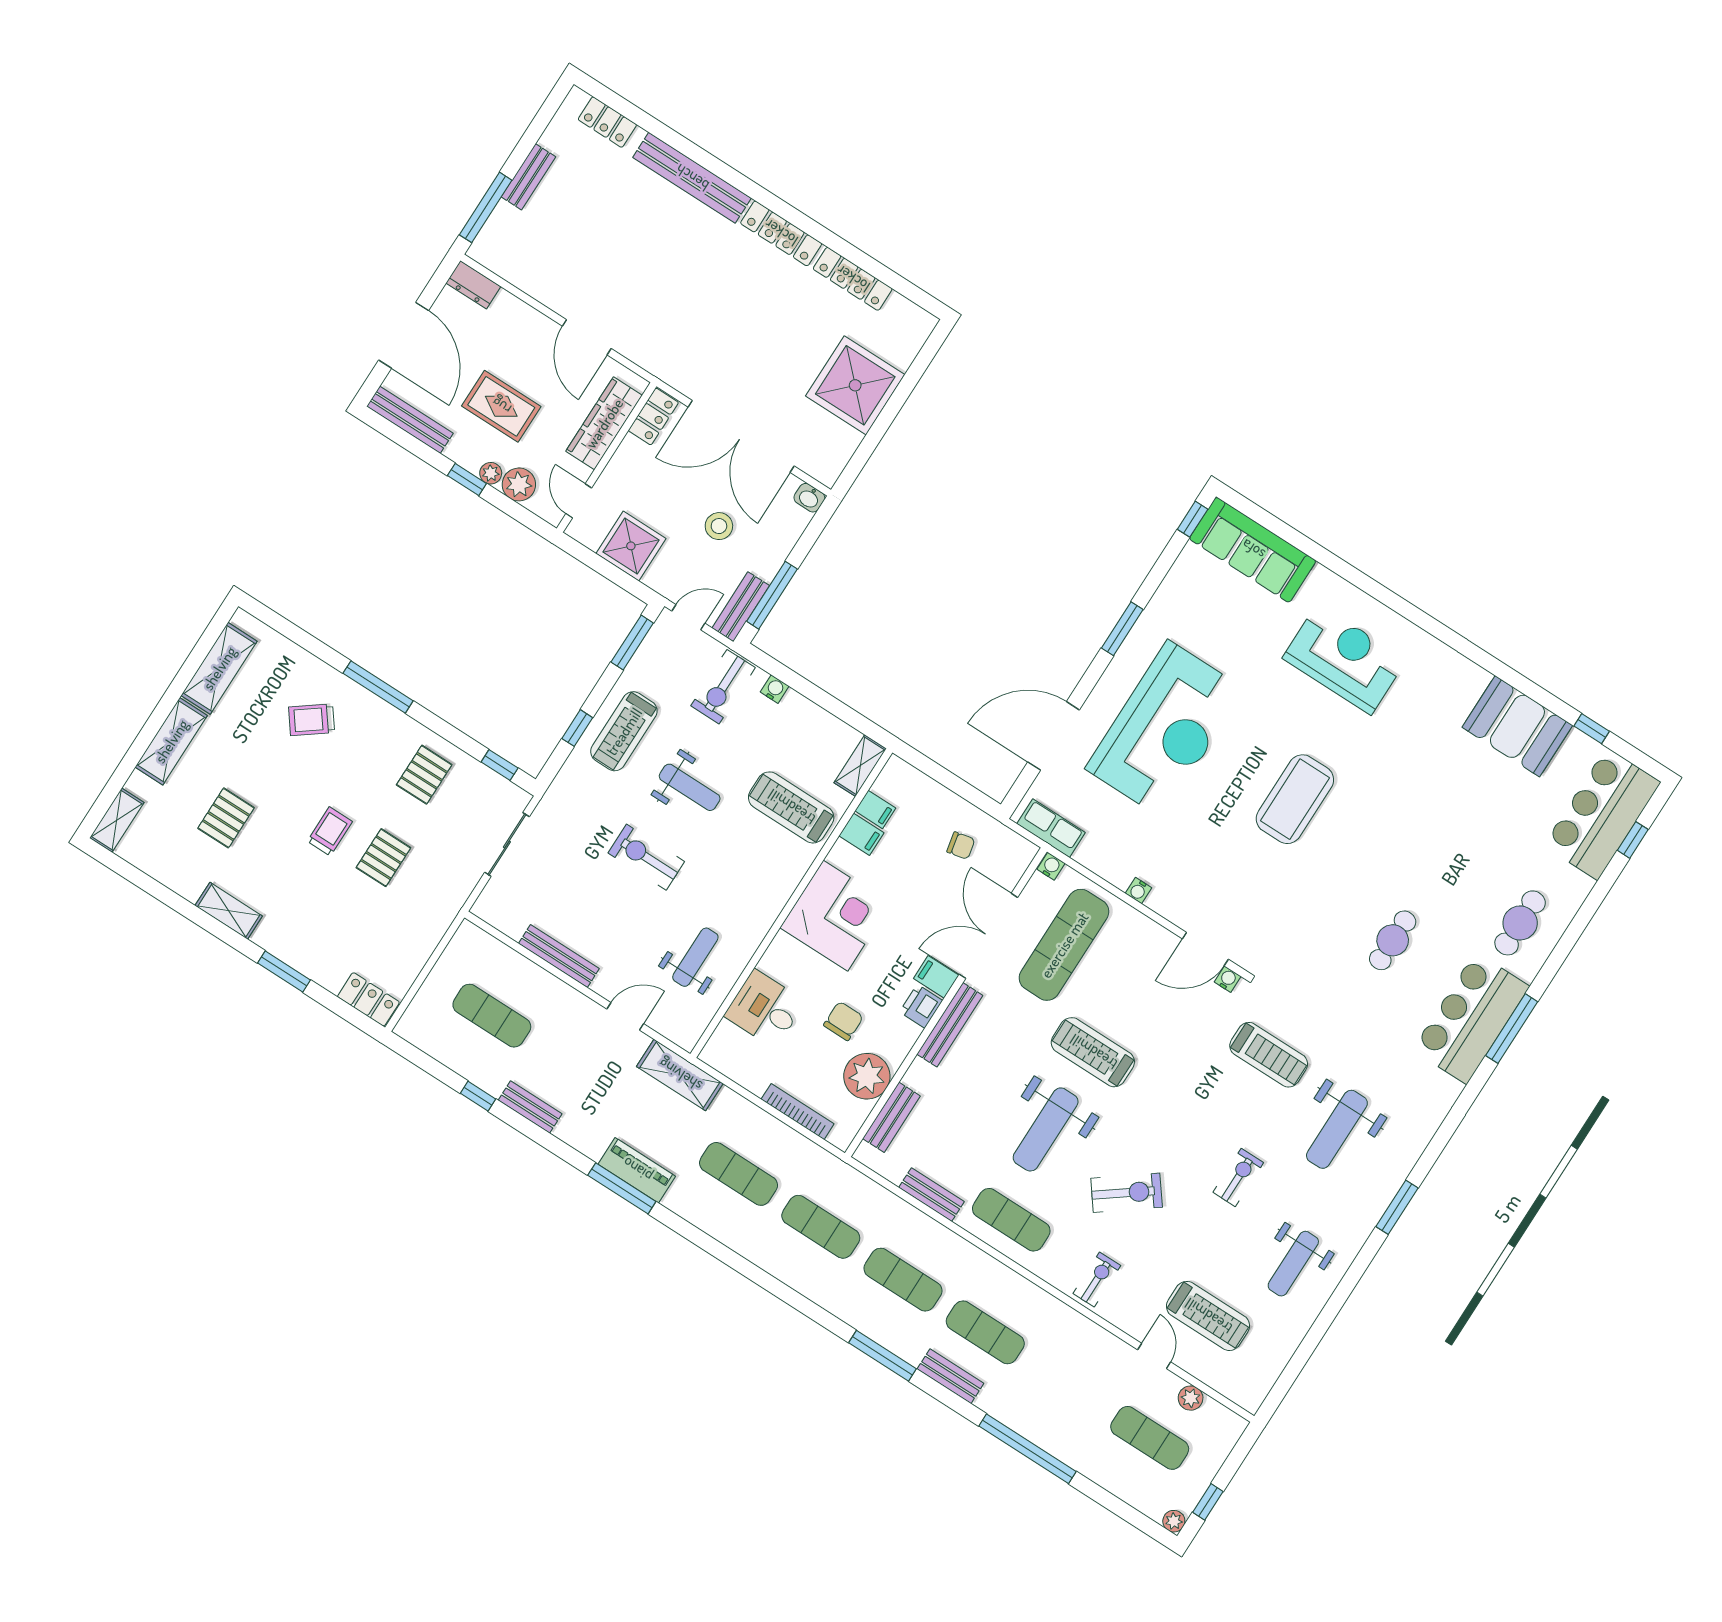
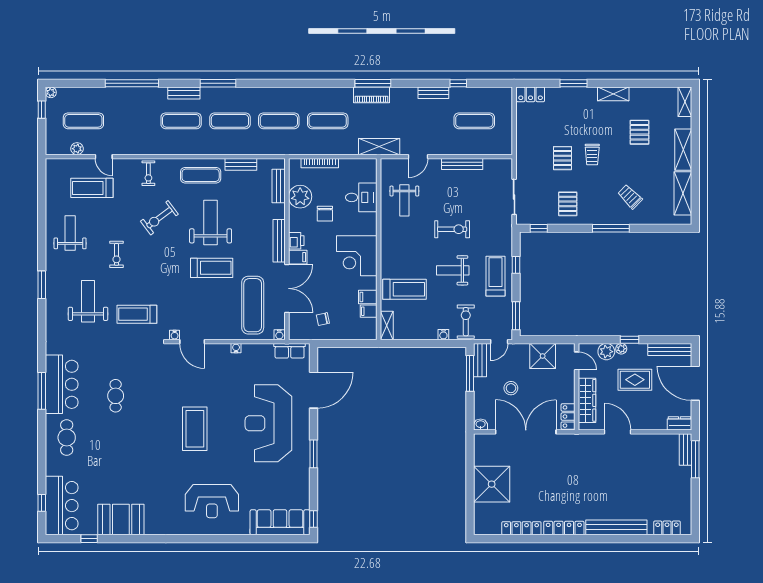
bench: (528, 177) -> (685, 450), moved
trolley: (312, 720) -> (630, 197), turned -98
door: (1205, 949) -> (192, 342), swing flipped

